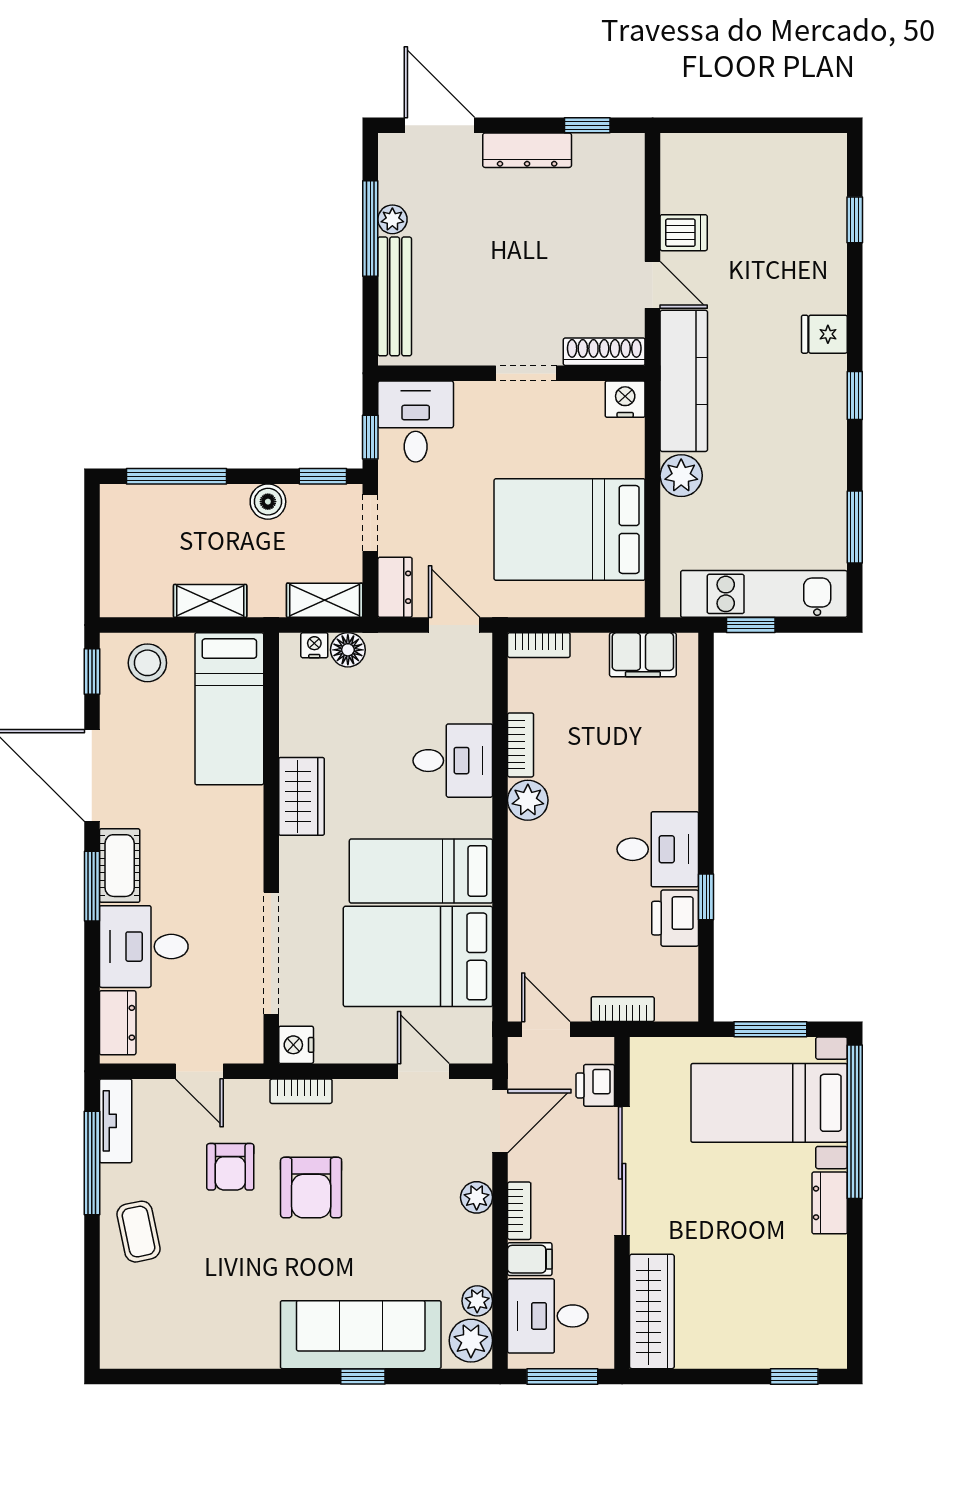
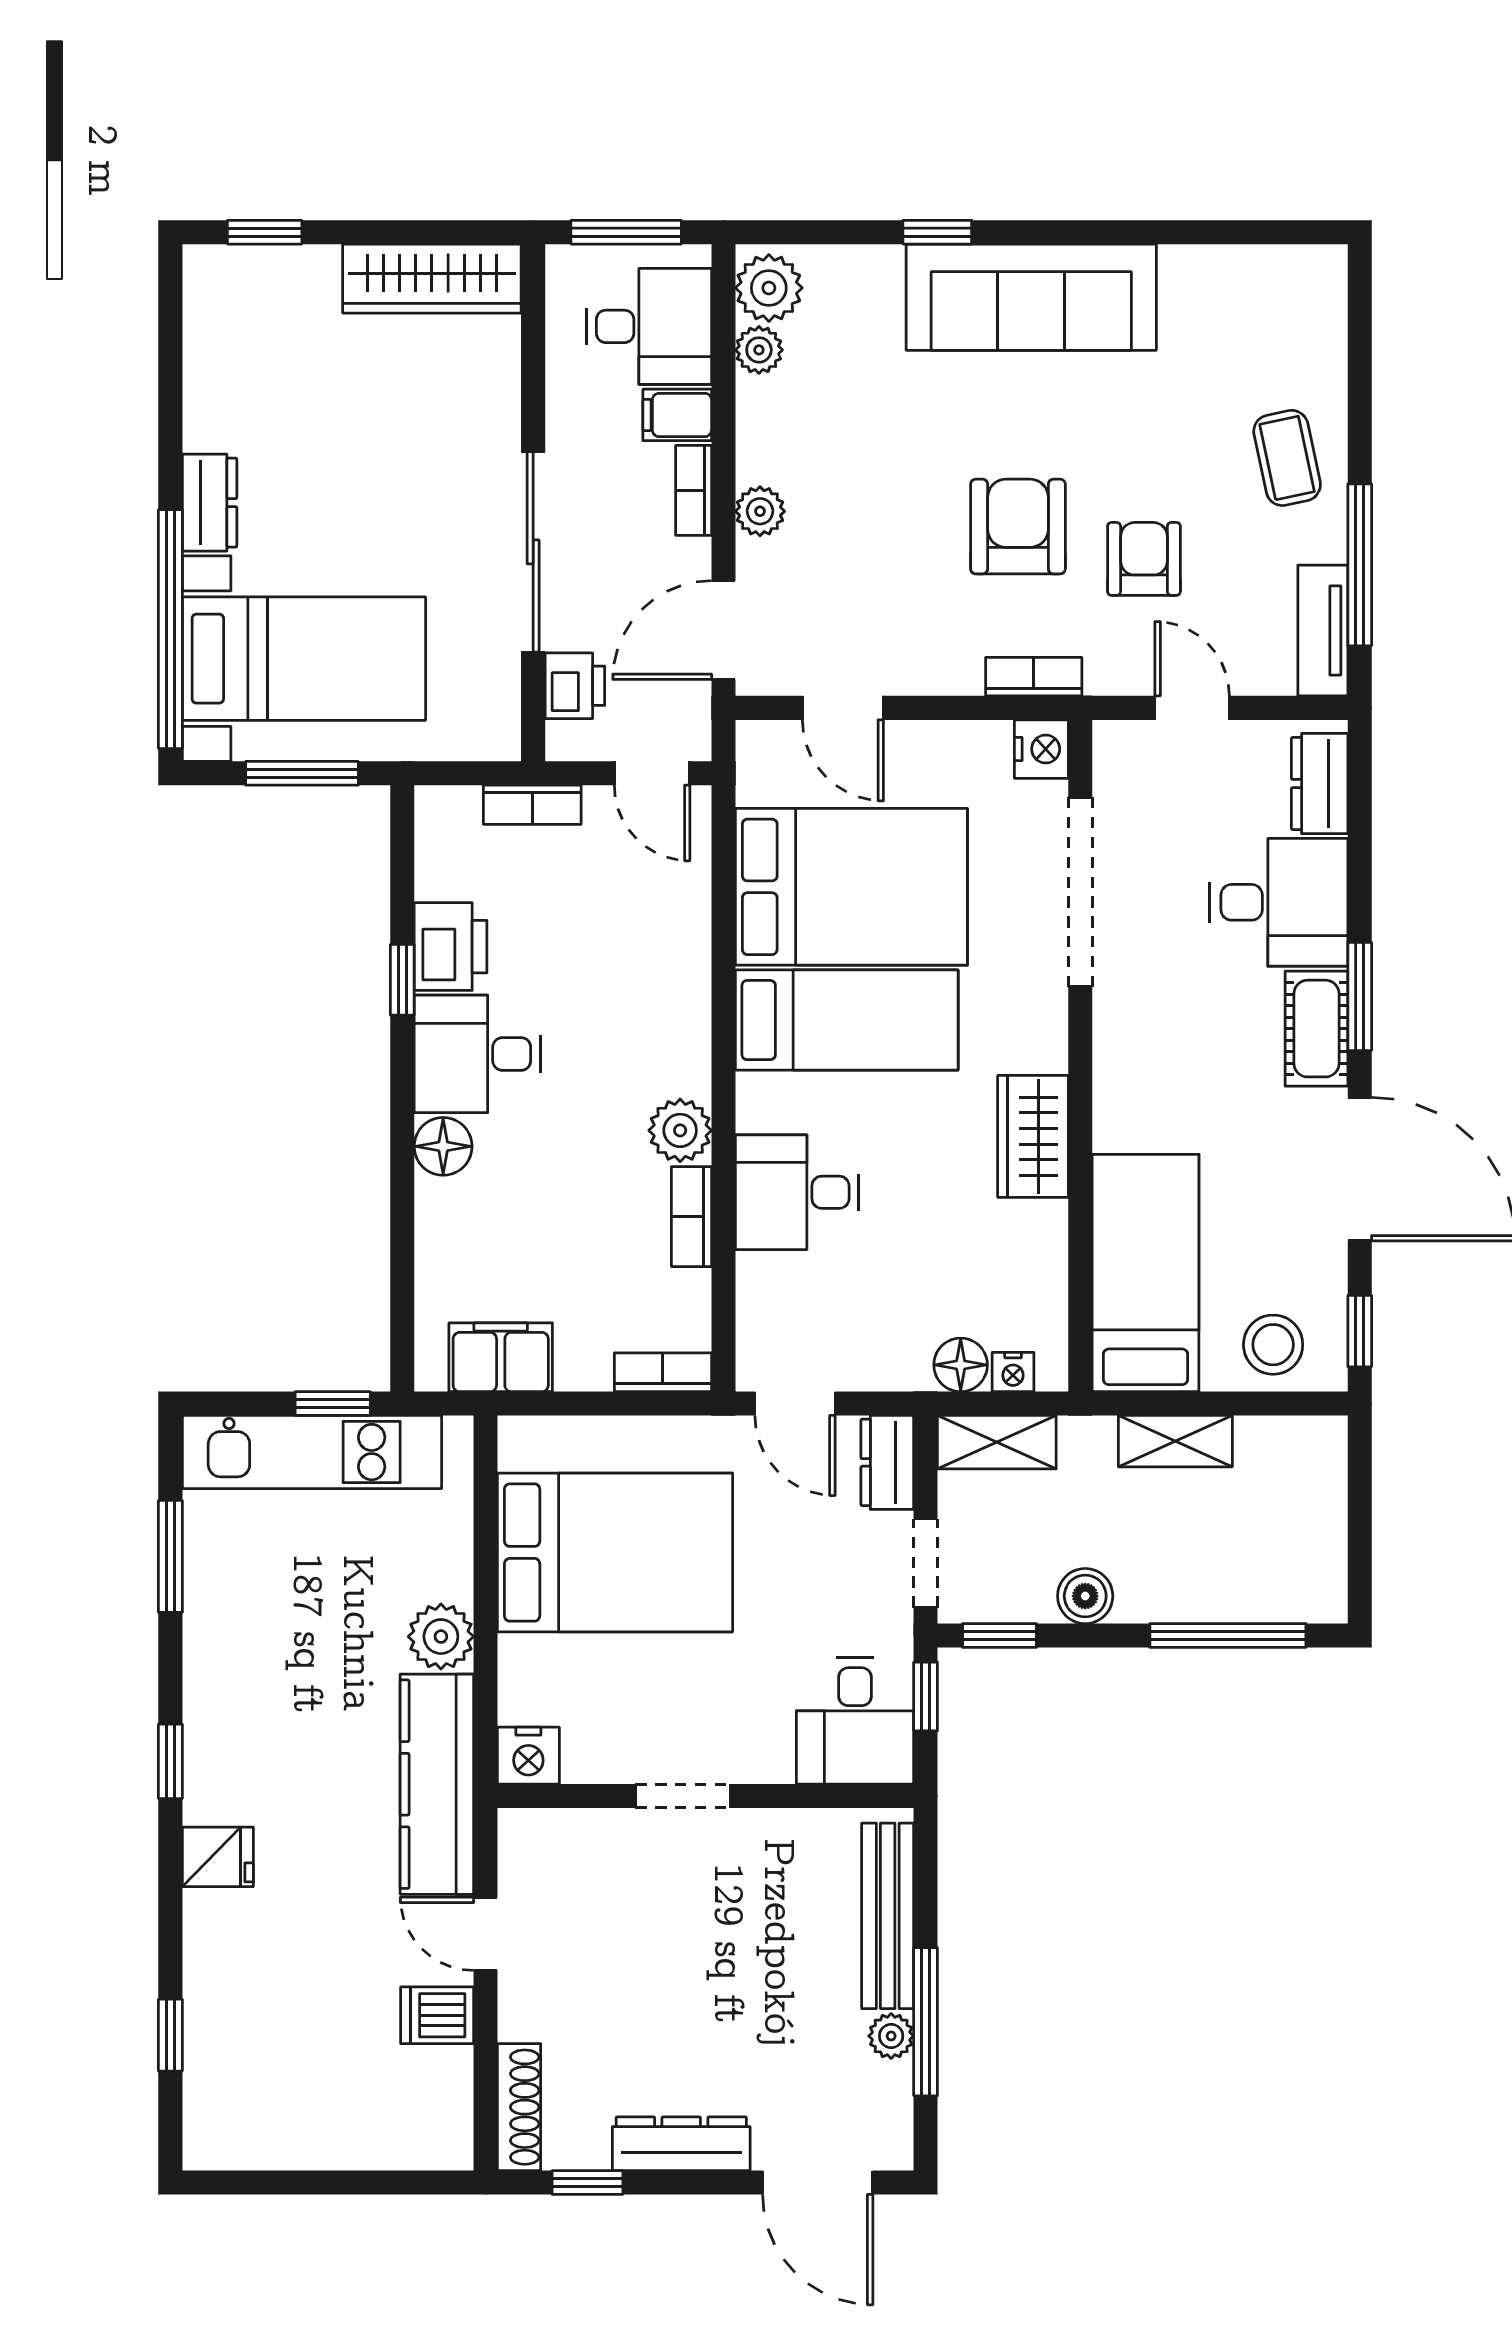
shoe rack: (604, 352) -> (519, 2107), moved, turned -90
floor lamp: (680, 790) -> (443, 1146), added
wardrobe: (652, 1311) -> (432, 279), moved, turned -90
sofa: (361, 1335) -> (1031, 297), moved

